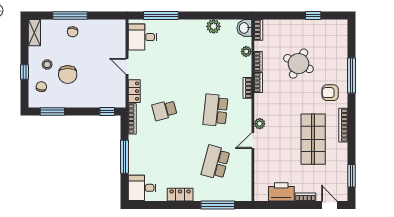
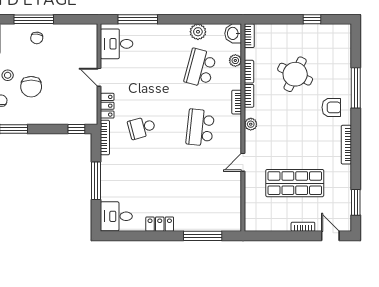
armchair: (330, 93) -> (331, 107), turned 180
plant: (260, 124) -> (251, 124), moved
shop shelf: (313, 139) -> (295, 183), moved, turned 90
school desk: (216, 162) -> (200, 68), moved
printer: (281, 192) -> (275, 221), removed

